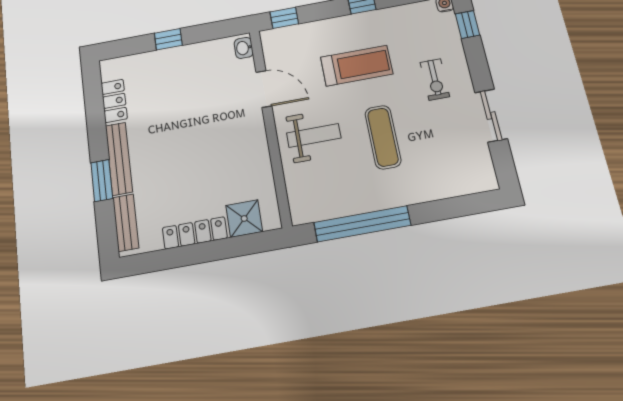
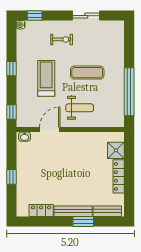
weight bench: (314, 135) -> (80, 108), turned 90

